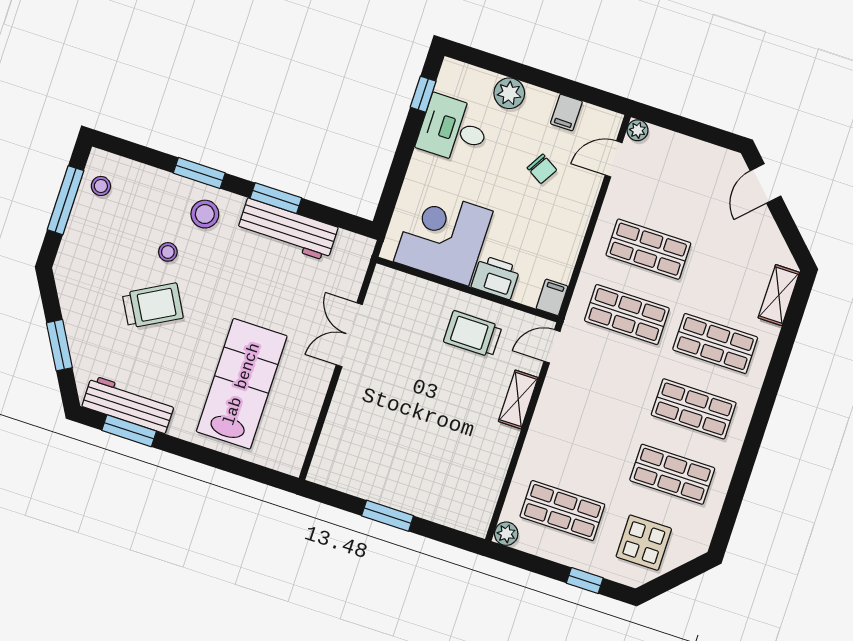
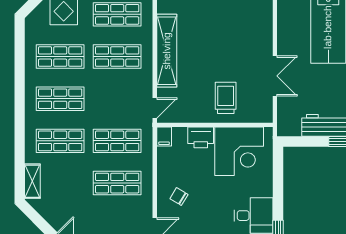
chair: (542, 169) -> (179, 197), moved
trolley: (473, 334) -> (226, 98), moved, turned -90
shelving: (518, 399) -> (167, 51), width x2.20, depth x1.33
shop shelf: (584, 445) -> (117, 57), added

